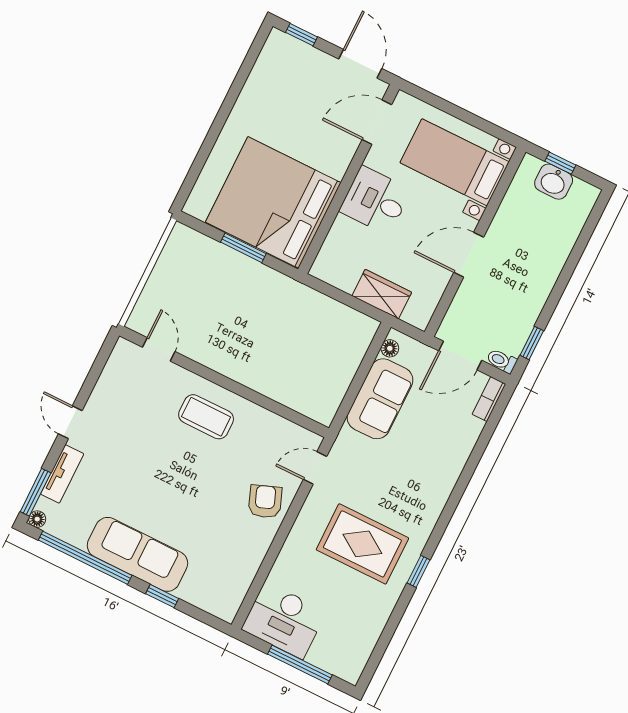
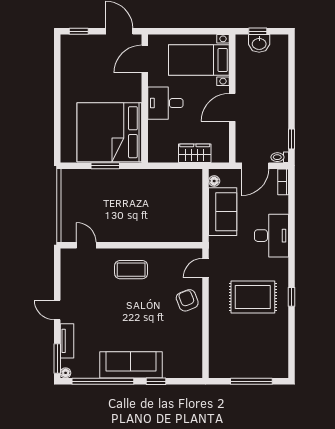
desk: (284, 620) -> (271, 236), moved, turned -90

